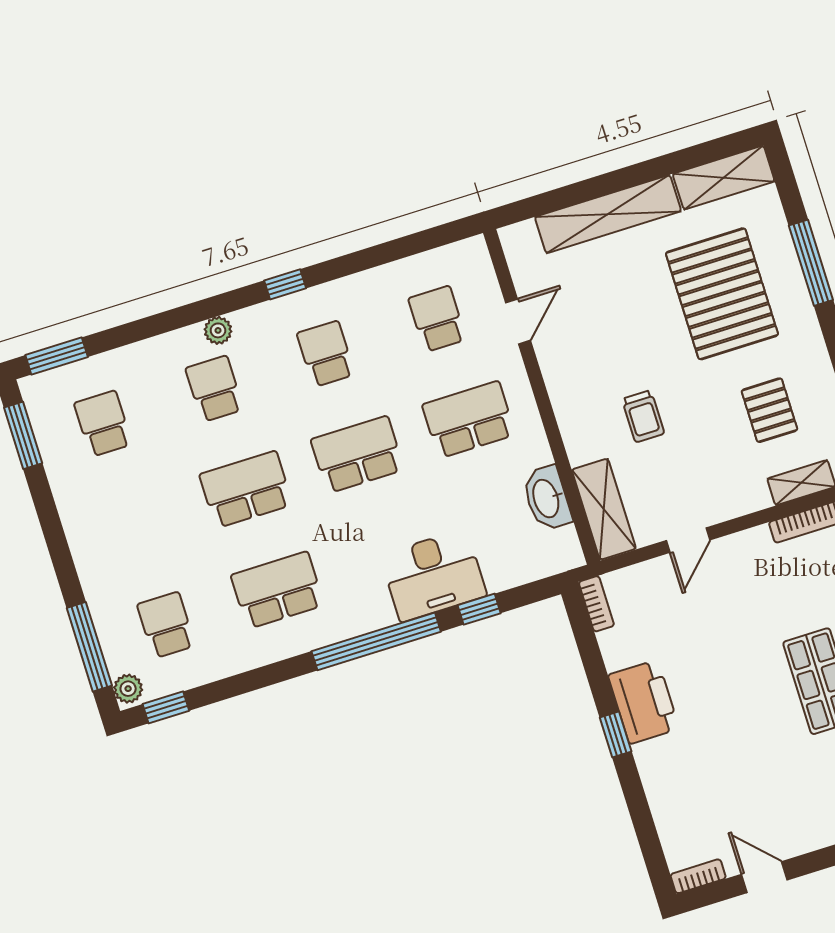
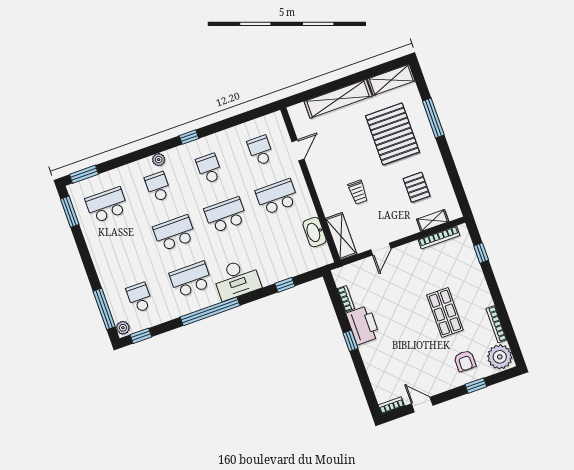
school desk: (103, 424) -> (107, 205), width x1.85
desk: (433, 575) -> (237, 279), moved
bookcase: (596, 604) -> (346, 299), moved
window: (376, 641) -> (210, 311), moved

